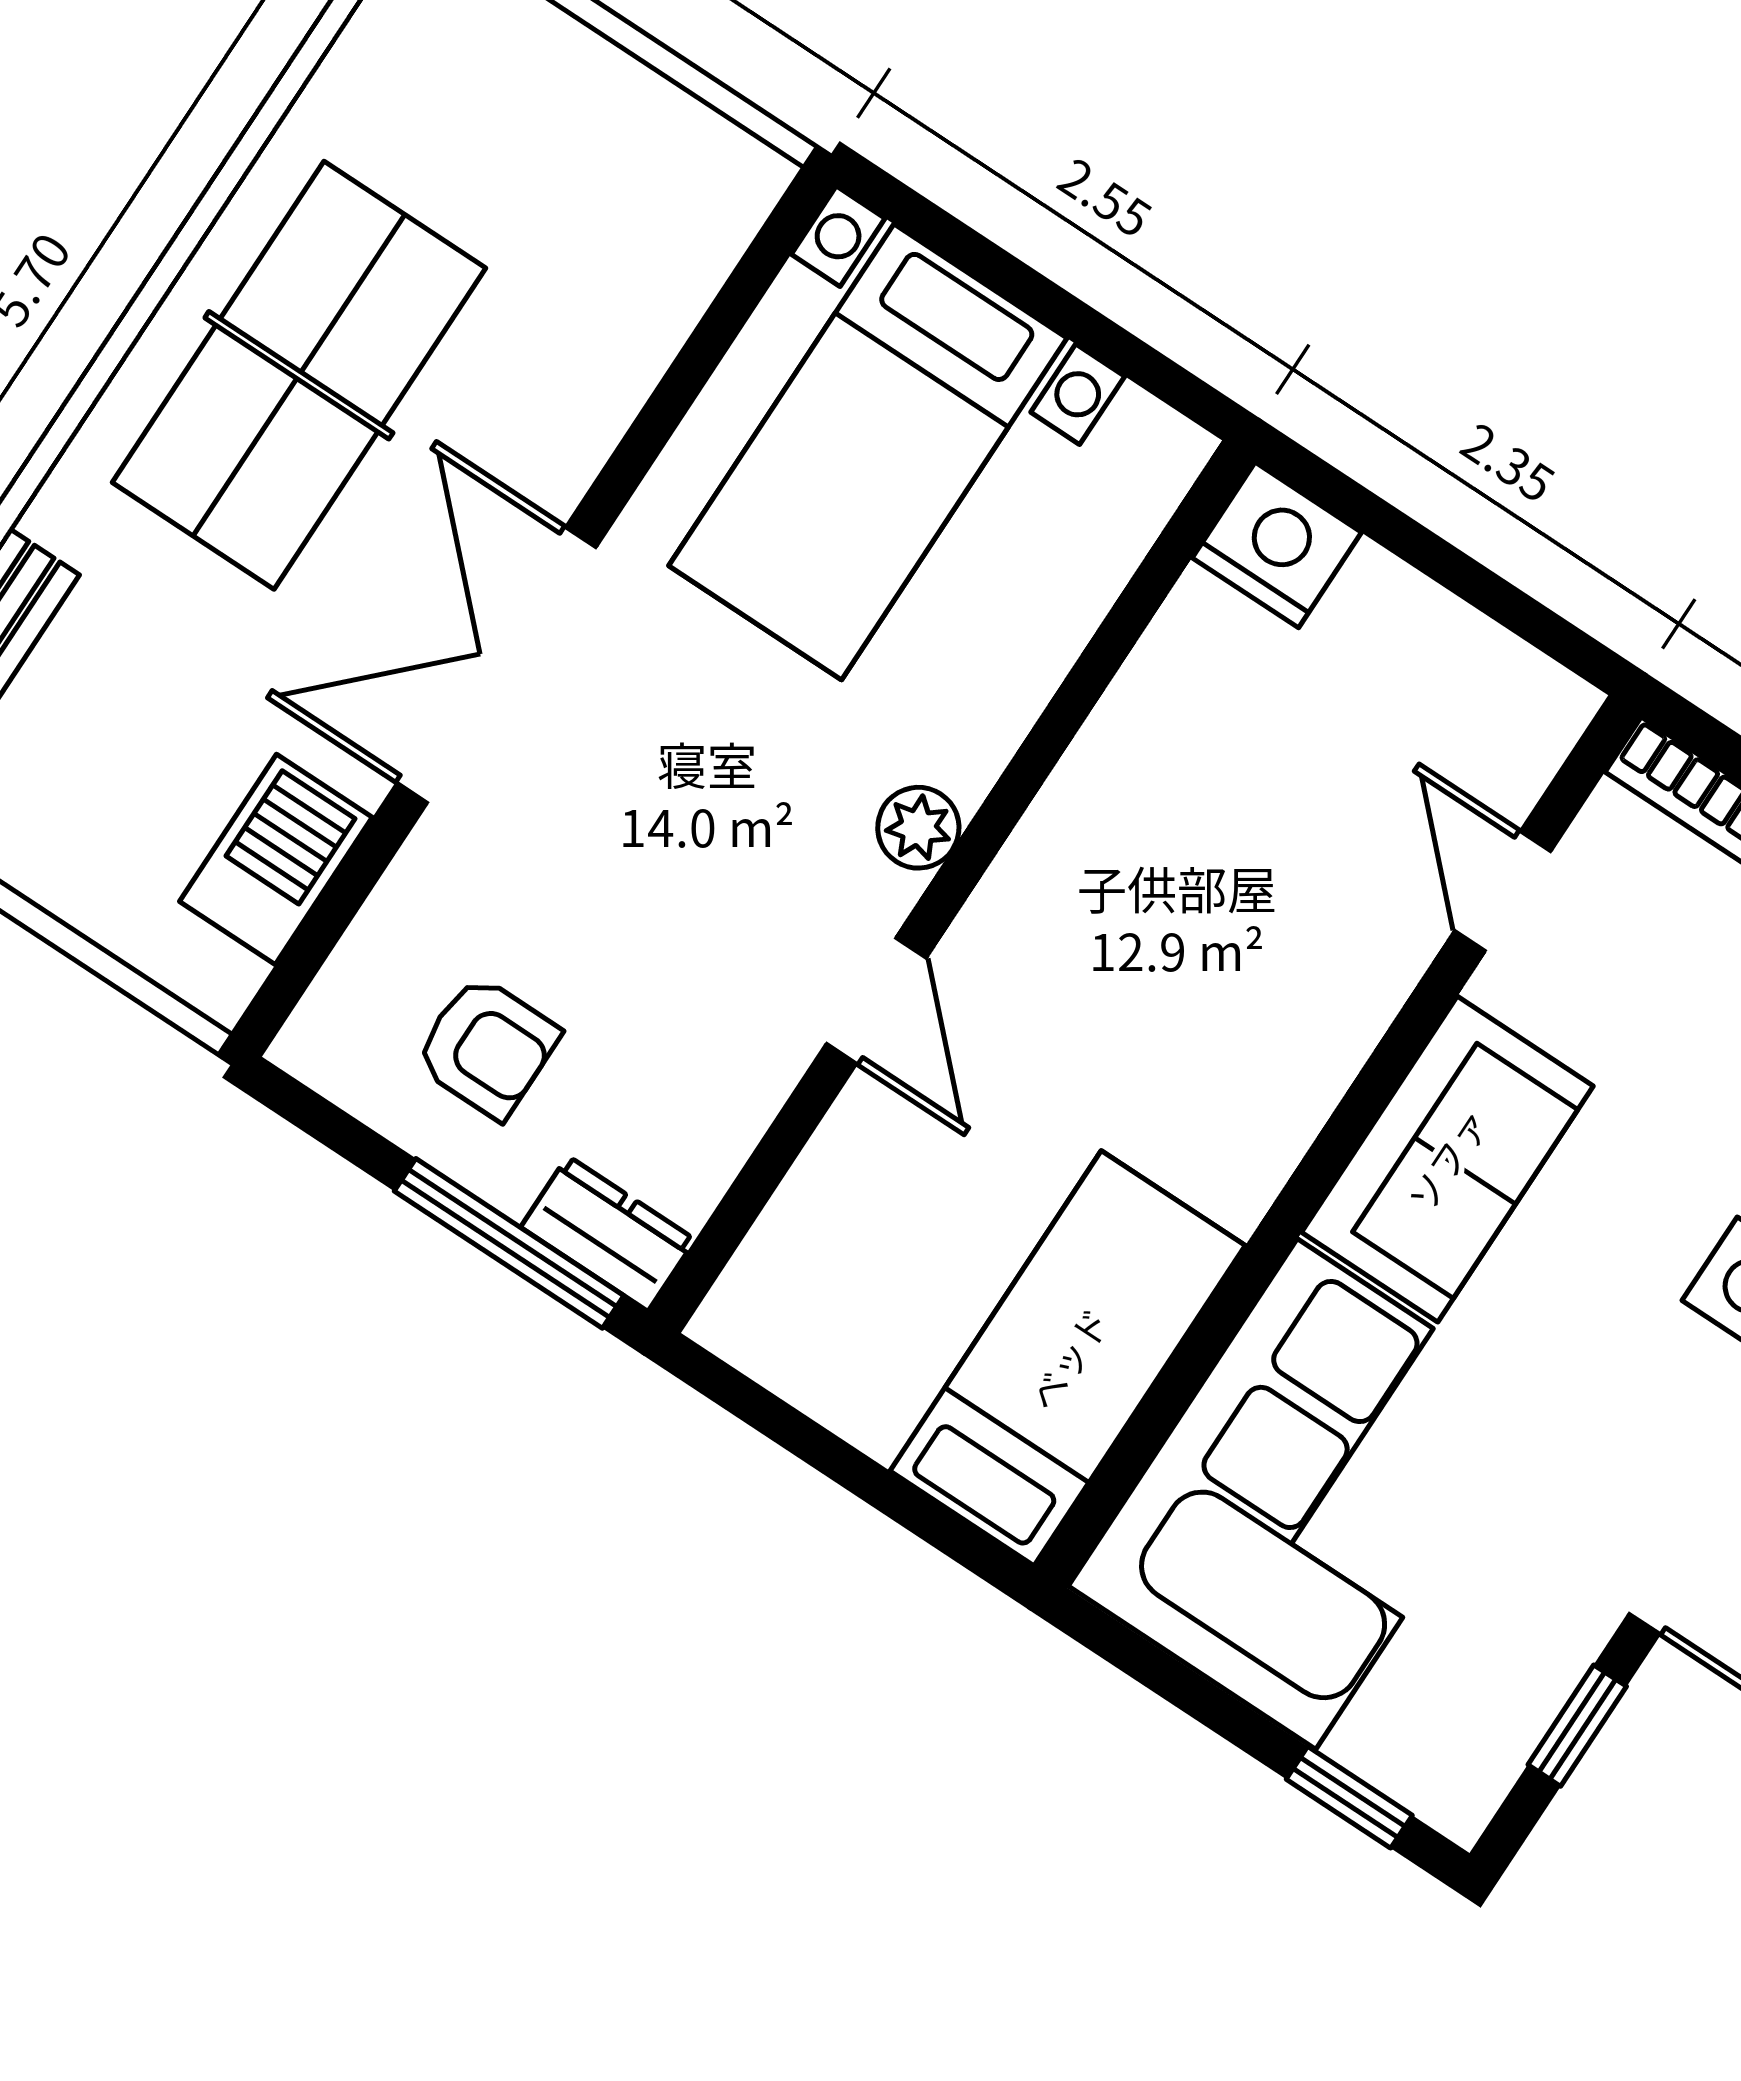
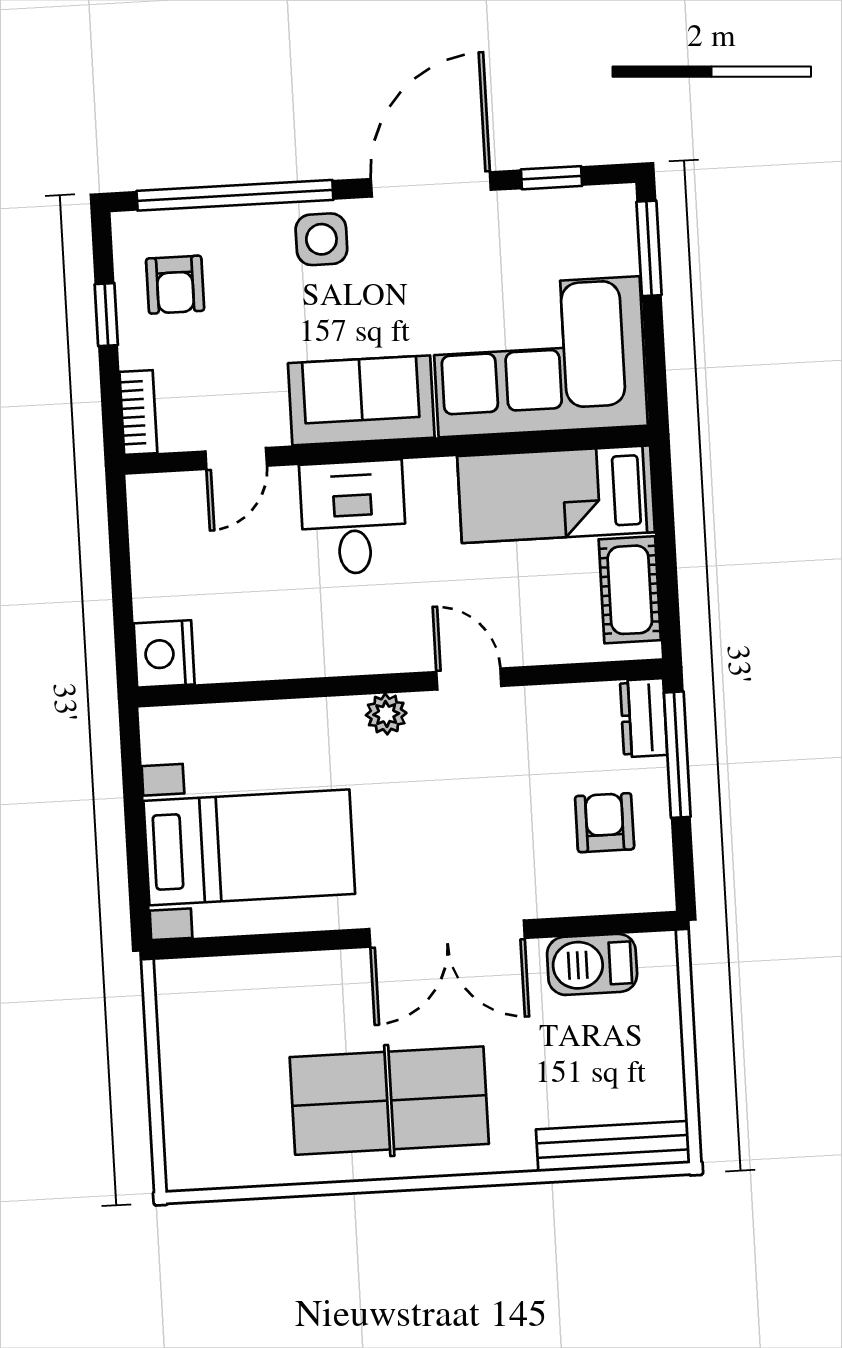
door: (876, 1001) -> (469, 679), hinge flipped
desk: (1270, 1008) -> (353, 518), added
cot: (828, 1363) -> (630, 590), added
window: (1349, 1797) -> (649, 248), width x1.50

